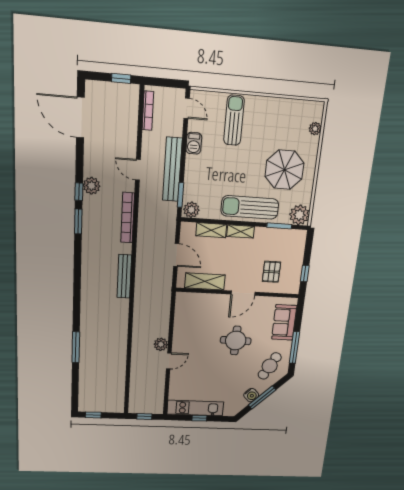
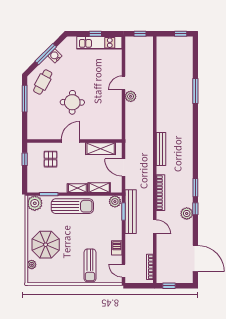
bench: (172, 170) -> (131, 212), moved
parasol: (284, 170) -> (46, 245), moved
sofa: (284, 322) -> (36, 119), removed

